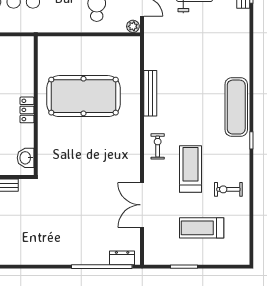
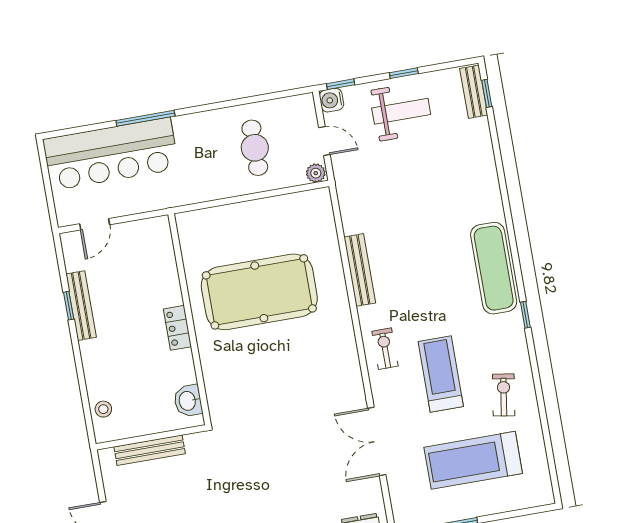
exercise bike: (228, 189) -> (504, 395), turned 99
treadmill: (202, 228) -> (473, 460), width x1.37, depth x1.38

